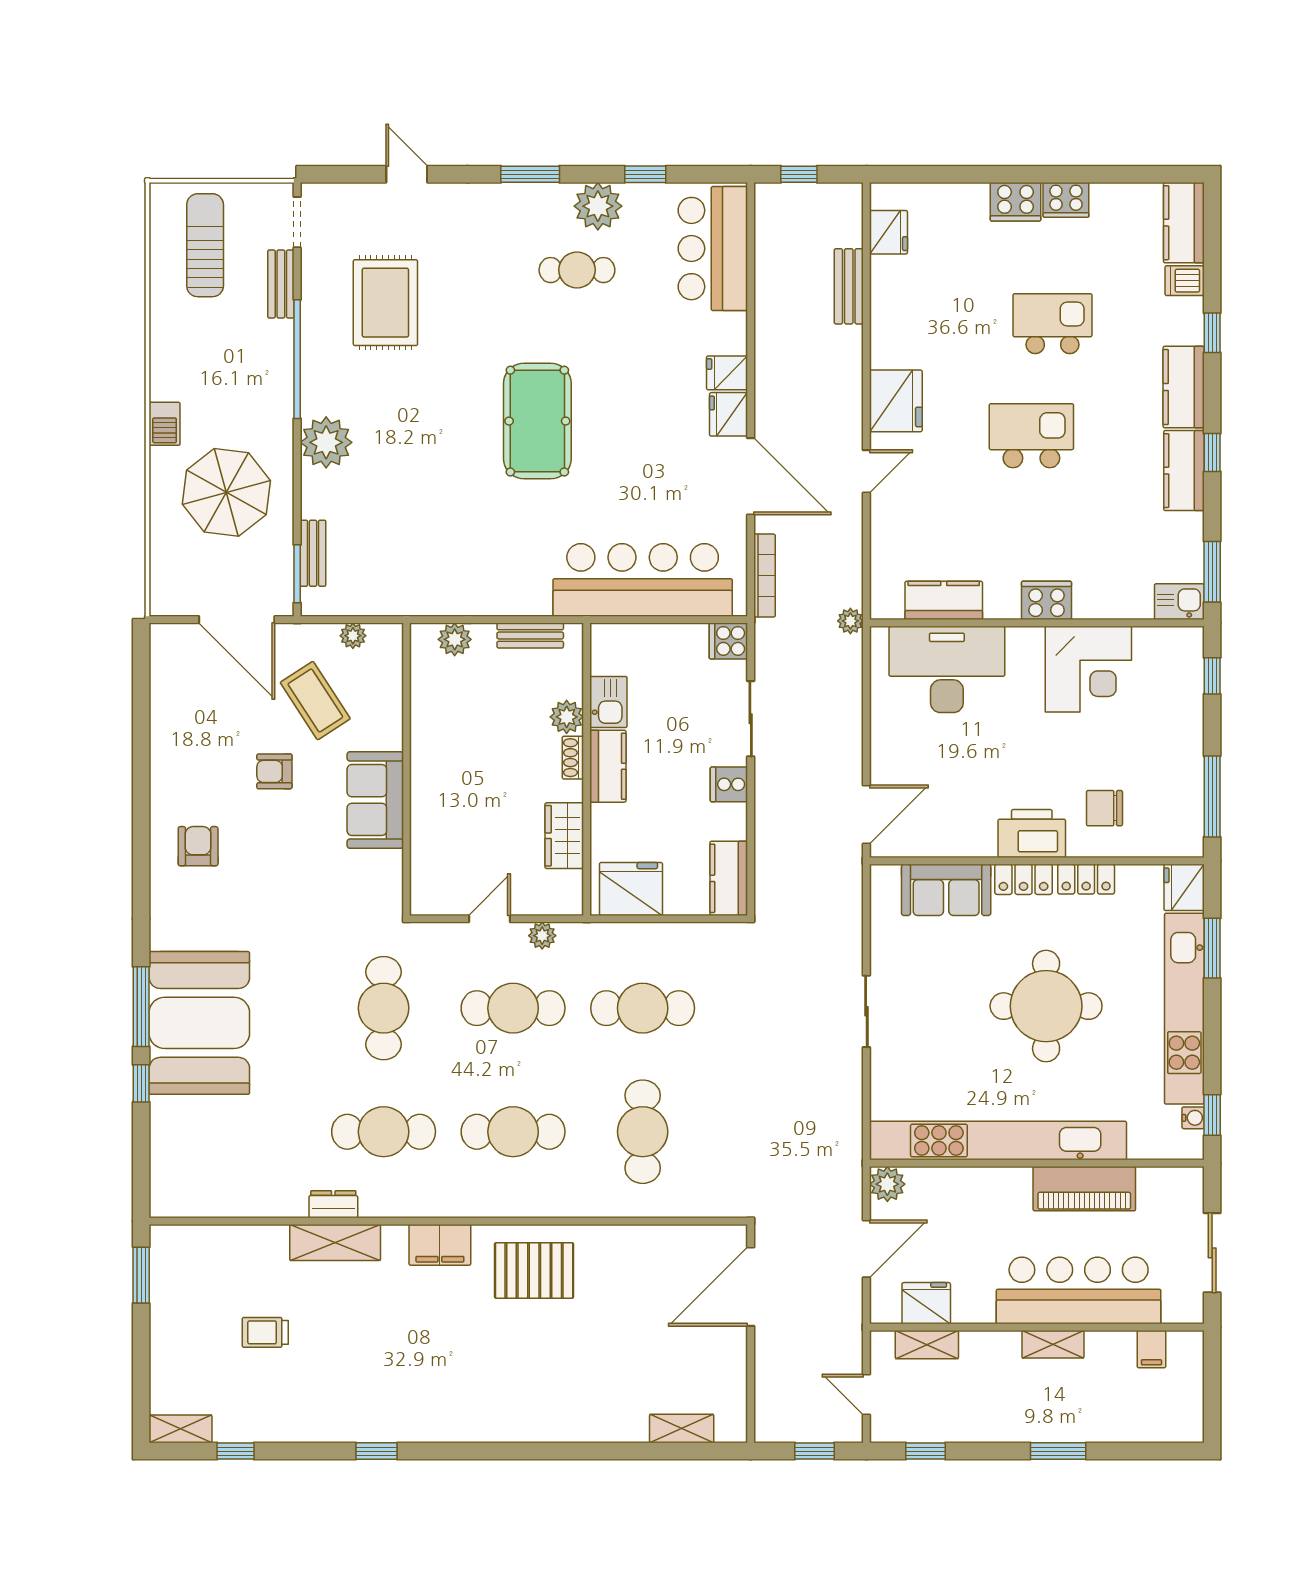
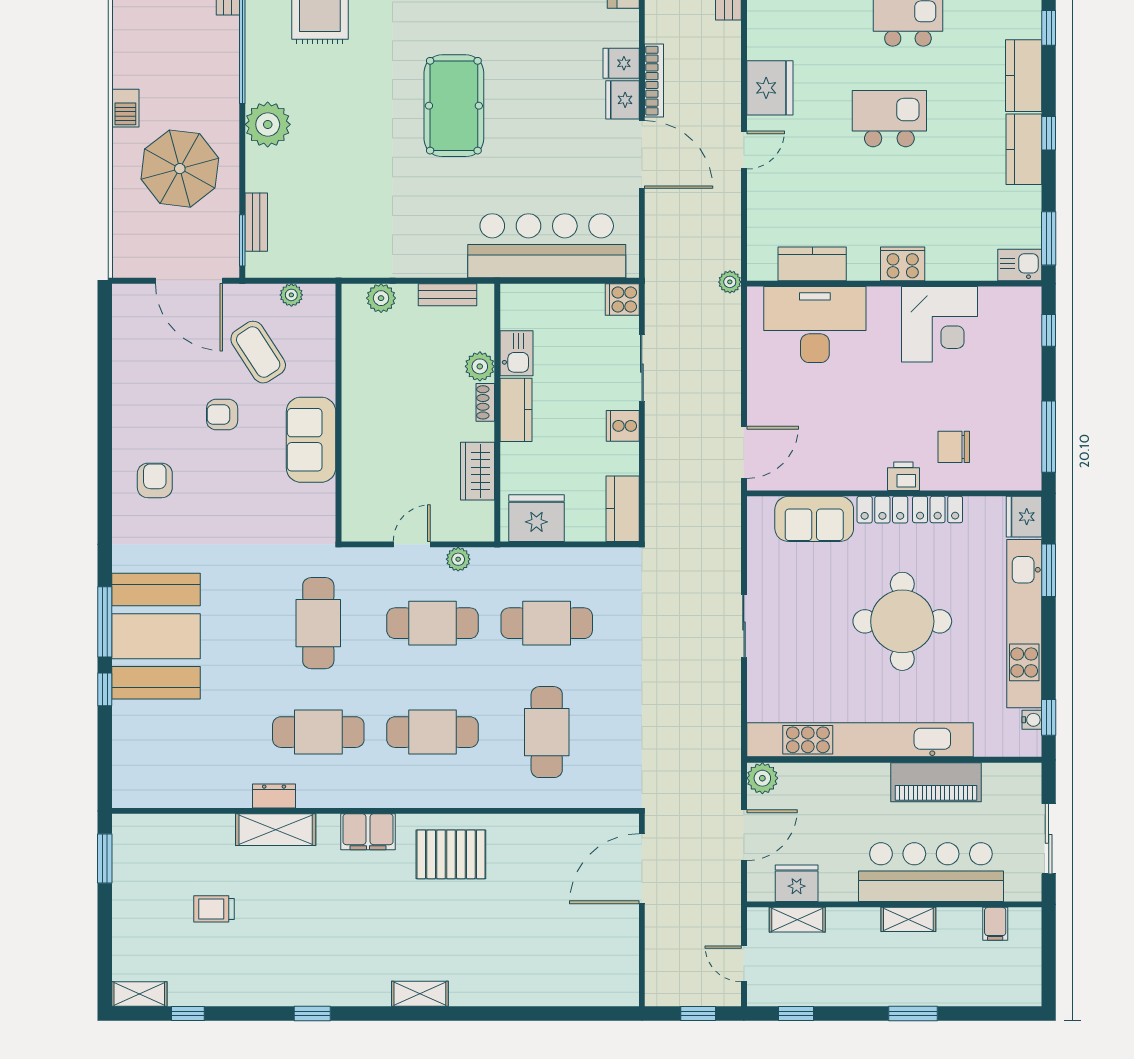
bookcase: (764, 576) -> (654, 81), moved
printer: (1032, 834) -> (903, 476), width x0.53, depth x0.68
shelving: (682, 1429) -> (420, 994), moved

